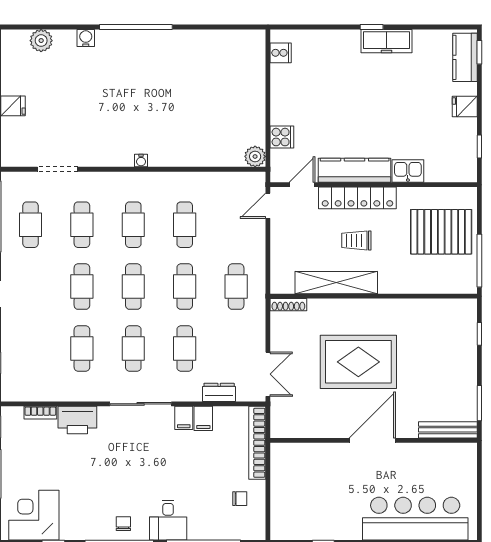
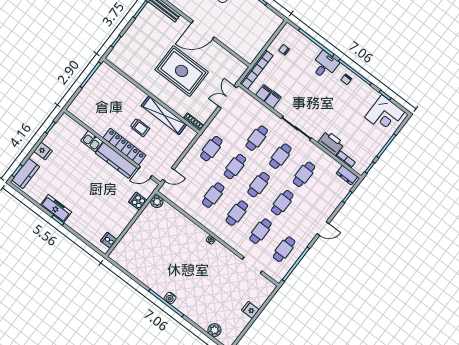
water cooler: (86, 38) -> (170, 298), moved
pallet: (441, 232) -> (98, 102), removed
dresser: (219, 392) -> (347, 175), moved
filing cabinet: (184, 418) -> (264, 93), moved

